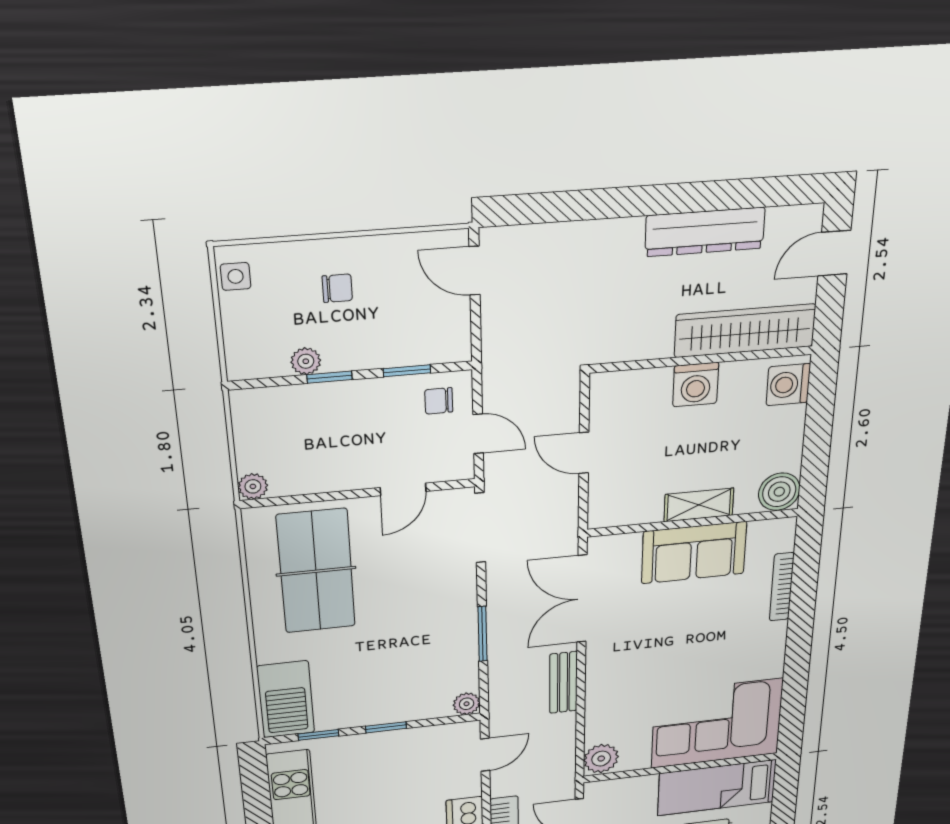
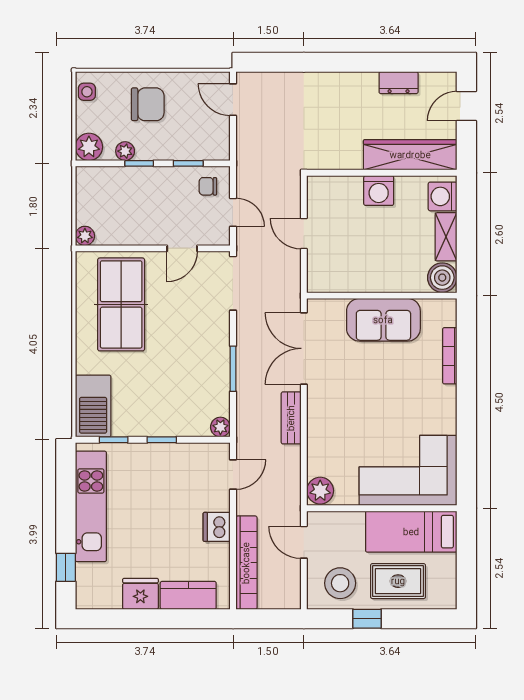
dresser: (705, 232) -> (399, 83), width x0.51, depth x0.80
chair: (337, 288) -> (148, 104), width x1.87, depth x1.87
plant: (247, 360) -> (89, 147), added
shelving: (699, 505) -> (446, 237), moved, turned 90

